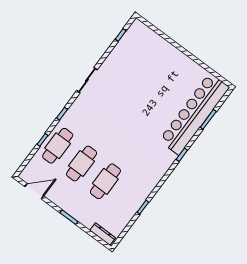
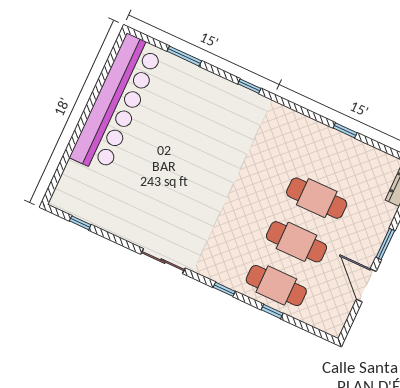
bar counter: (194, 114) -> (116, 104), moved, turned -90
door: (34, 191) -> (366, 285), moved

